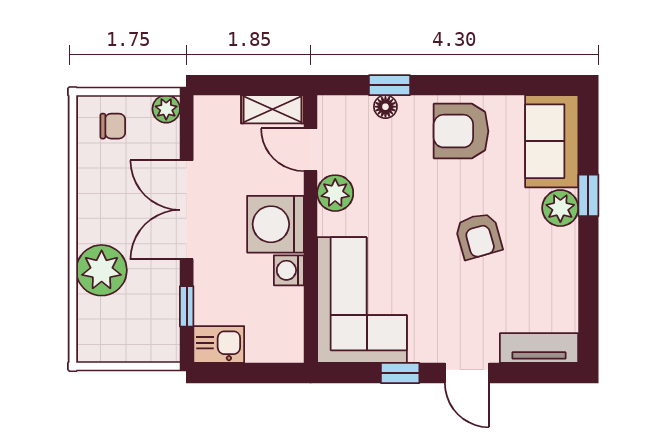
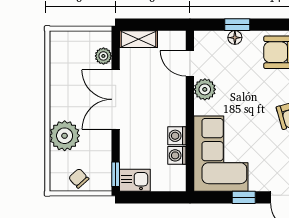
plant: (166, 109) -> (103, 56), moved
shelving: (272, 109) -> (138, 39), moved
chair: (113, 126) -> (79, 178), moved, turned -132
washing machine: (275, 224) -> (177, 155), moved, width x0.53, depth x0.53
window: (187, 306) -> (116, 174), moved

